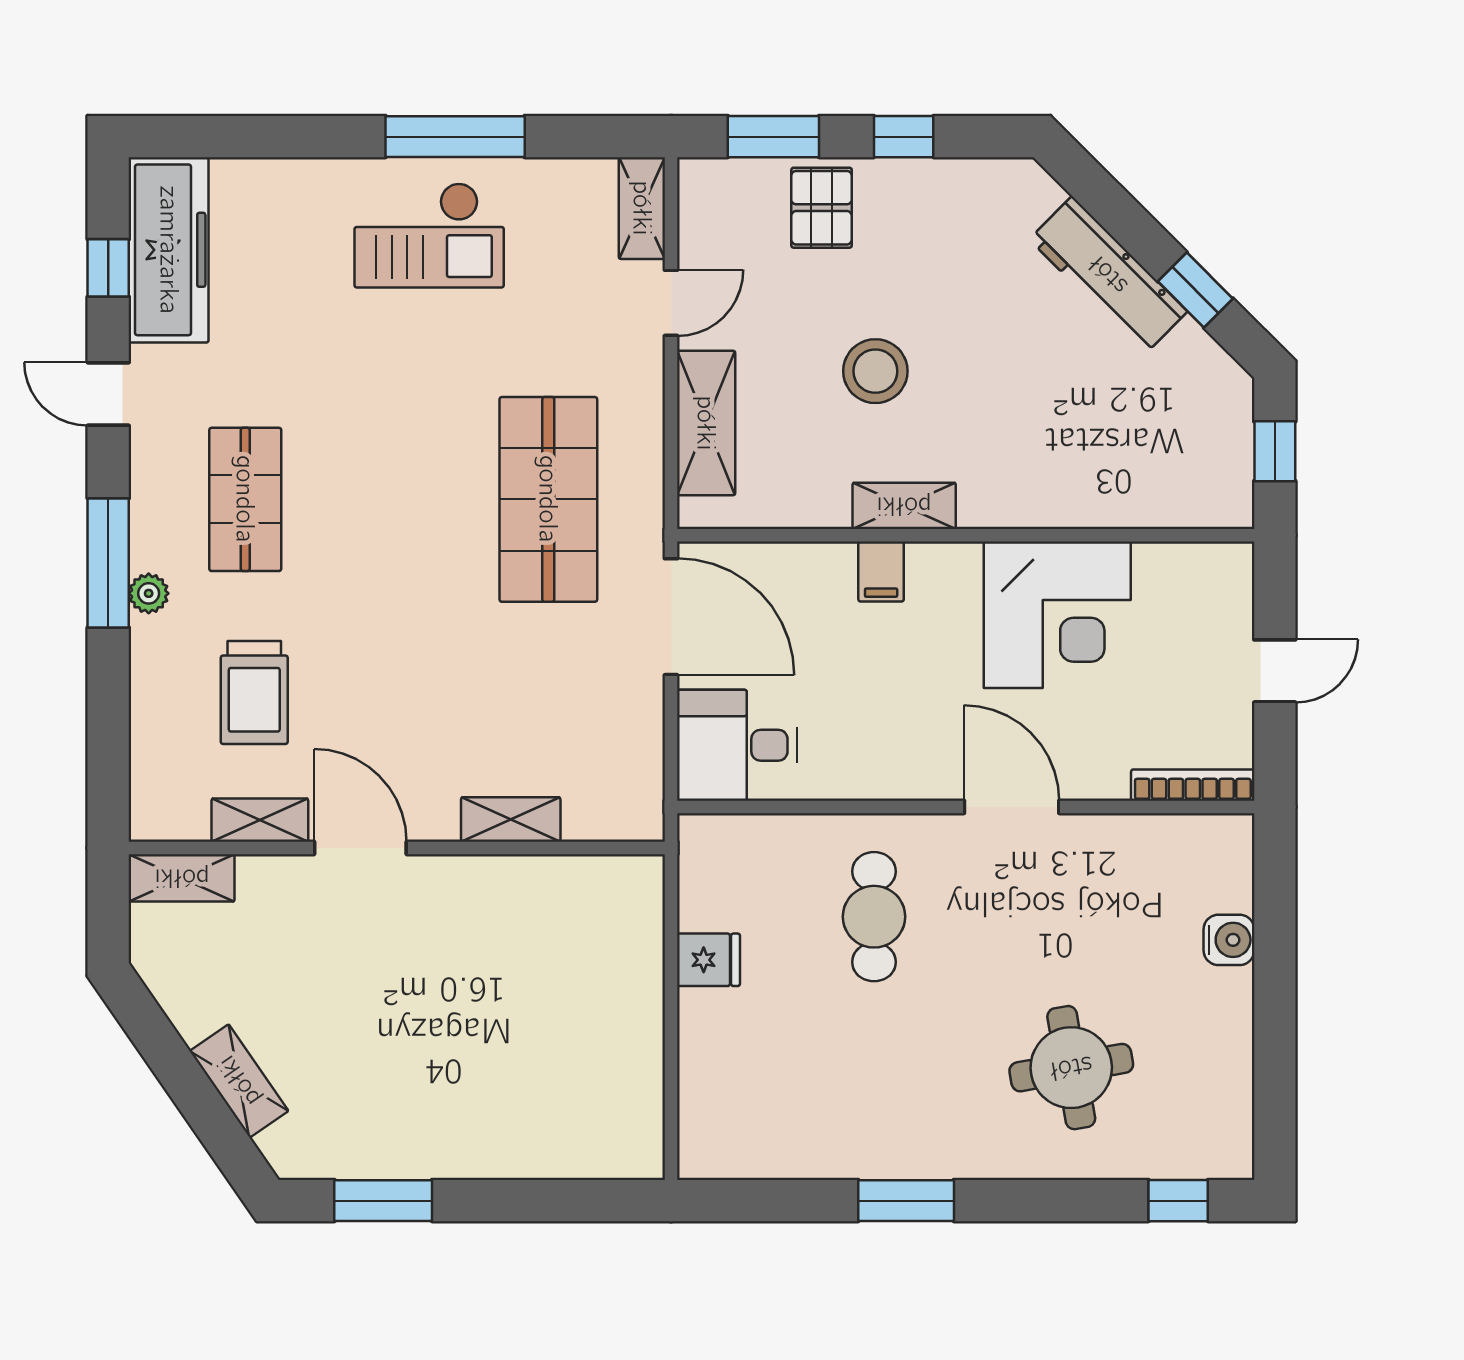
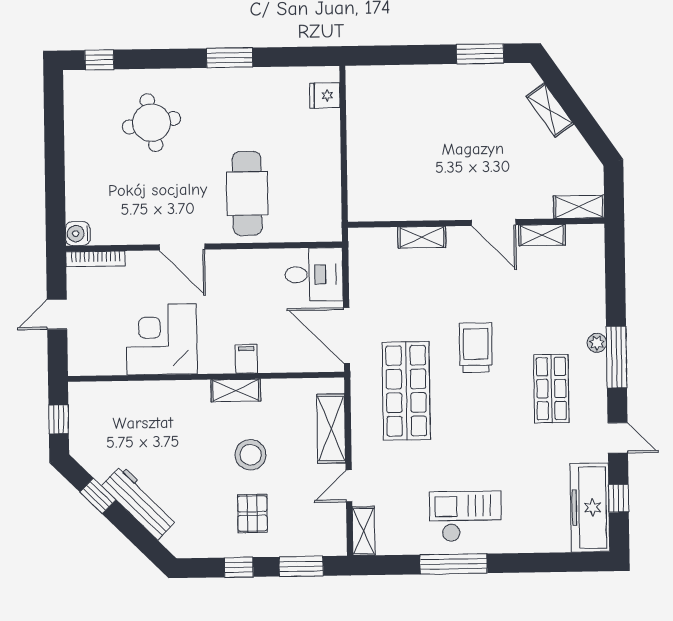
pallet: (822, 208) -> (252, 514), moved
trolley: (254, 693) -> (476, 348), moved
cafe table: (874, 917) -> (247, 193), width x1.37, depth x1.35
water cooler: (1229, 940) -> (78, 234), moved
fridge: (709, 960) -> (325, 95), moved

